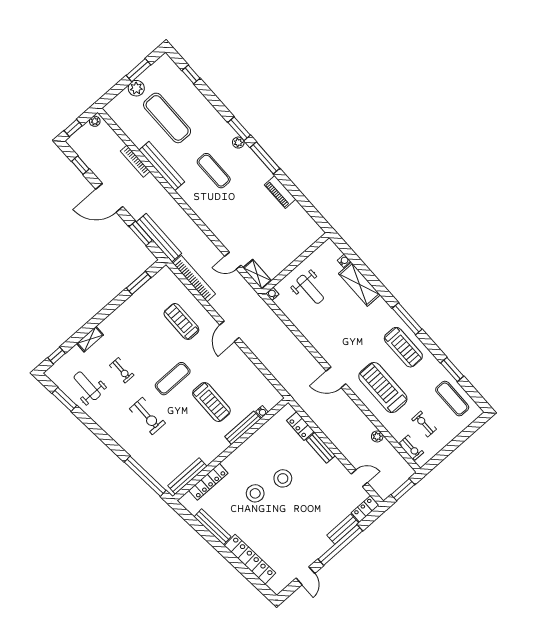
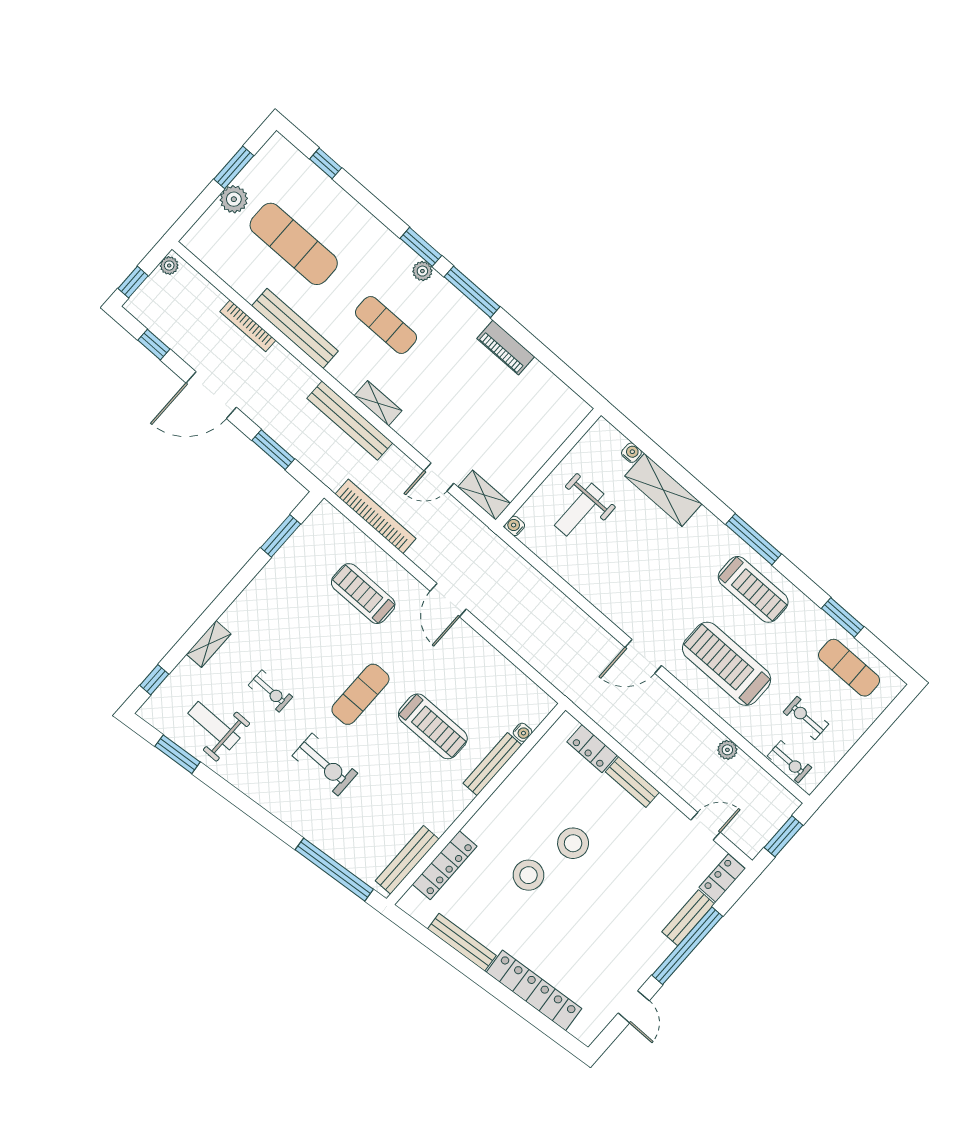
shelving: (204, 214) -> (378, 403), added
bench: (159, 238) -> (350, 421), moved
weight bench: (310, 289) -> (579, 510), turned 90

